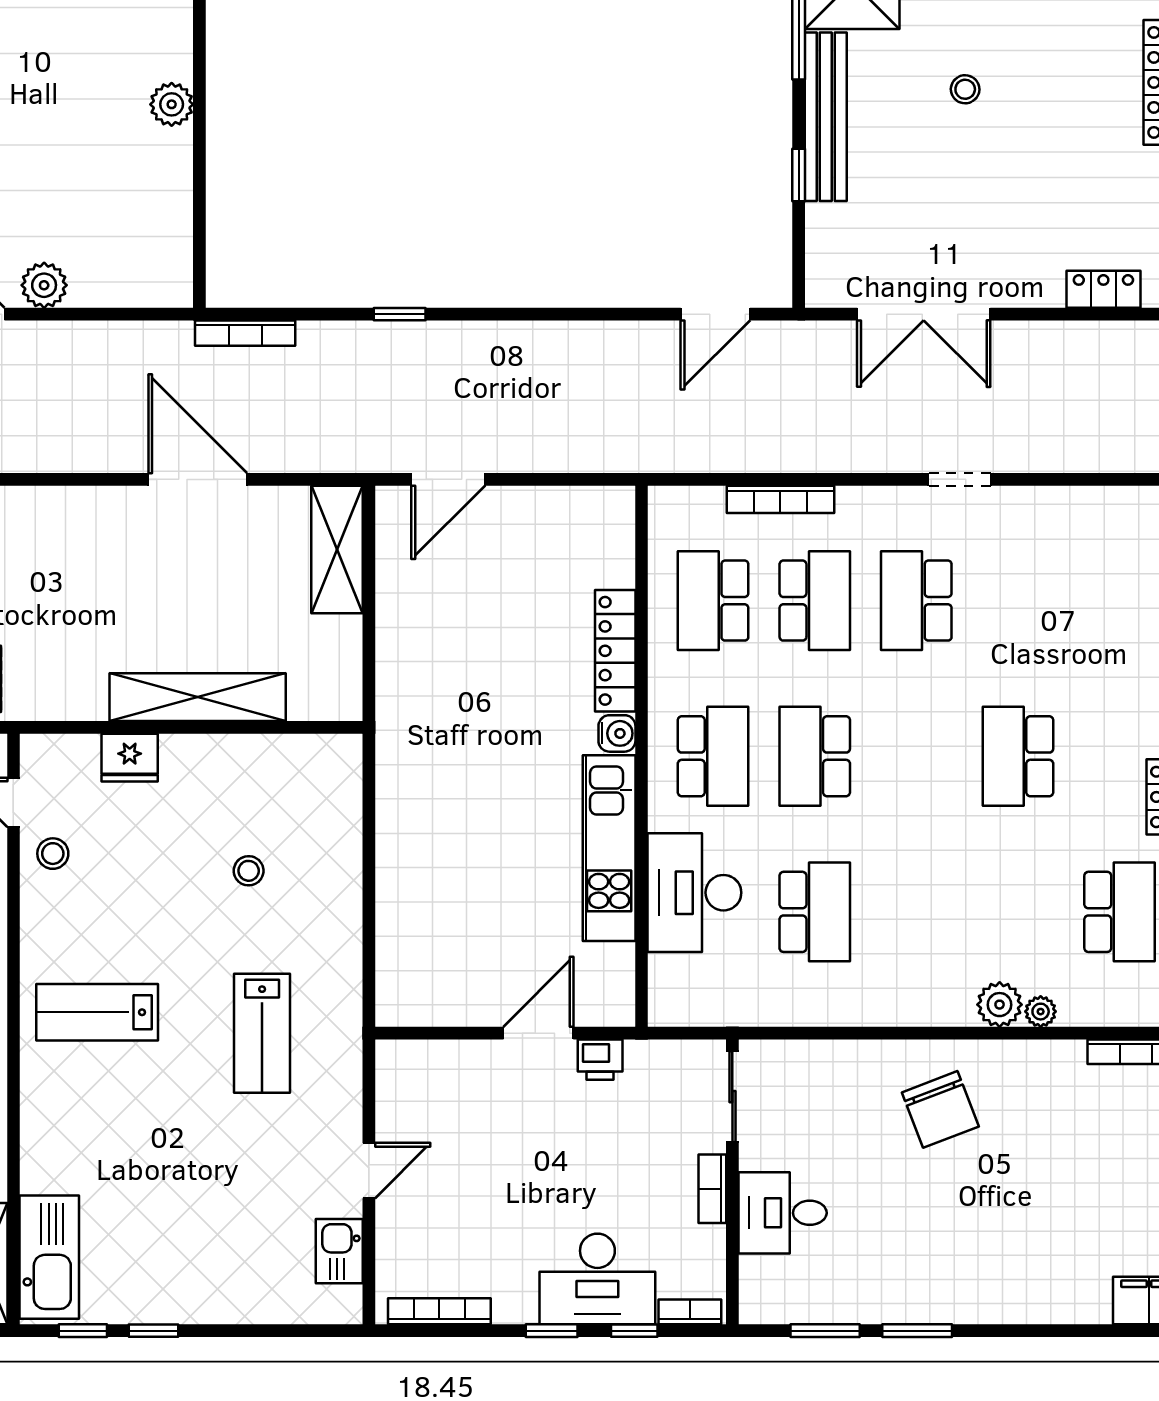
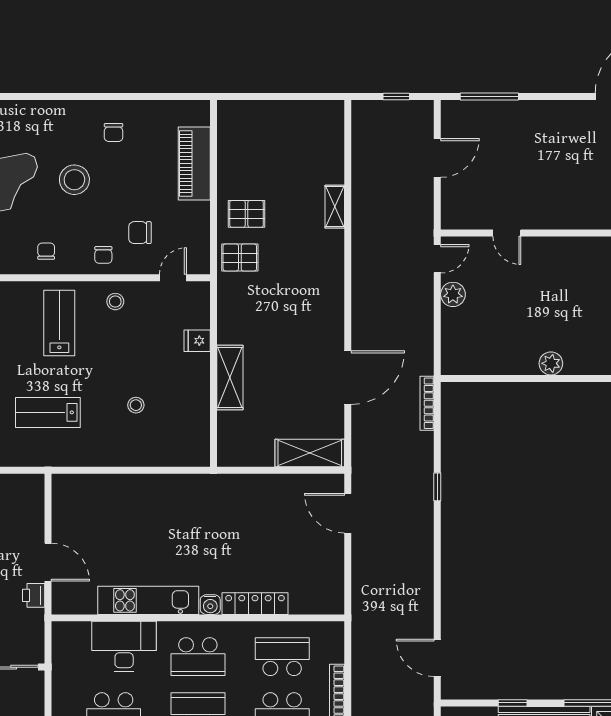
shelving: (198, 697) -> (230, 377), width x0.68
fridge: (130, 758) -> (197, 341), width x0.72
stool: (53, 854) -> (115, 302), moved

